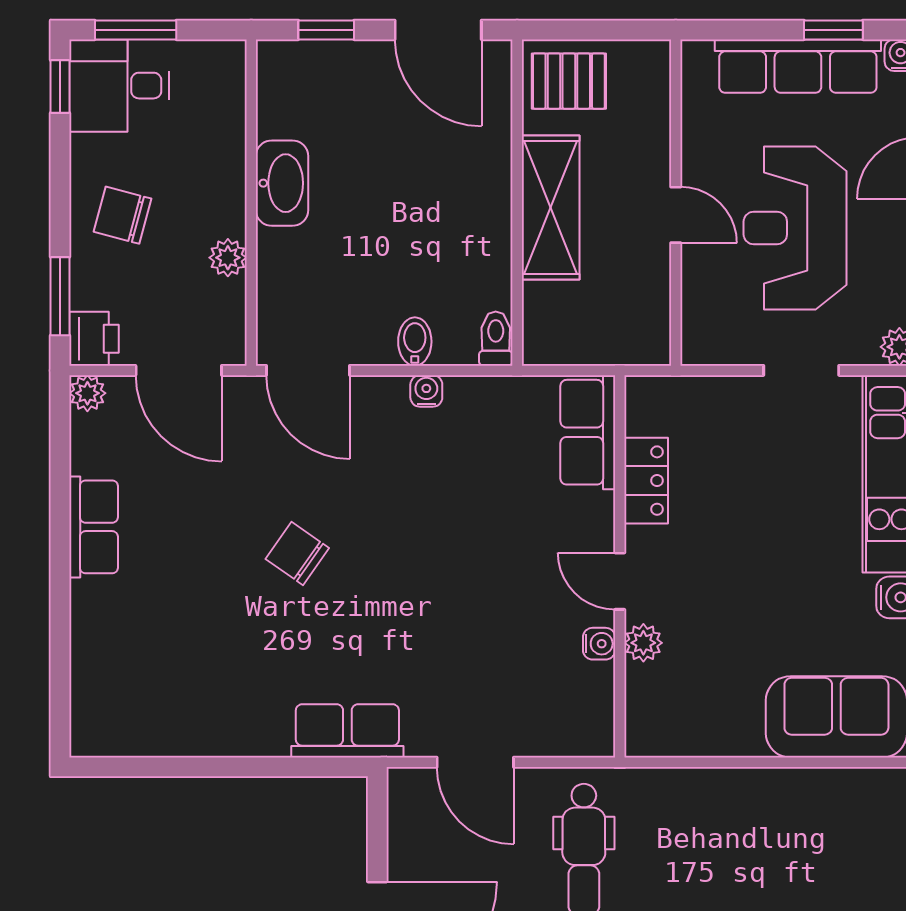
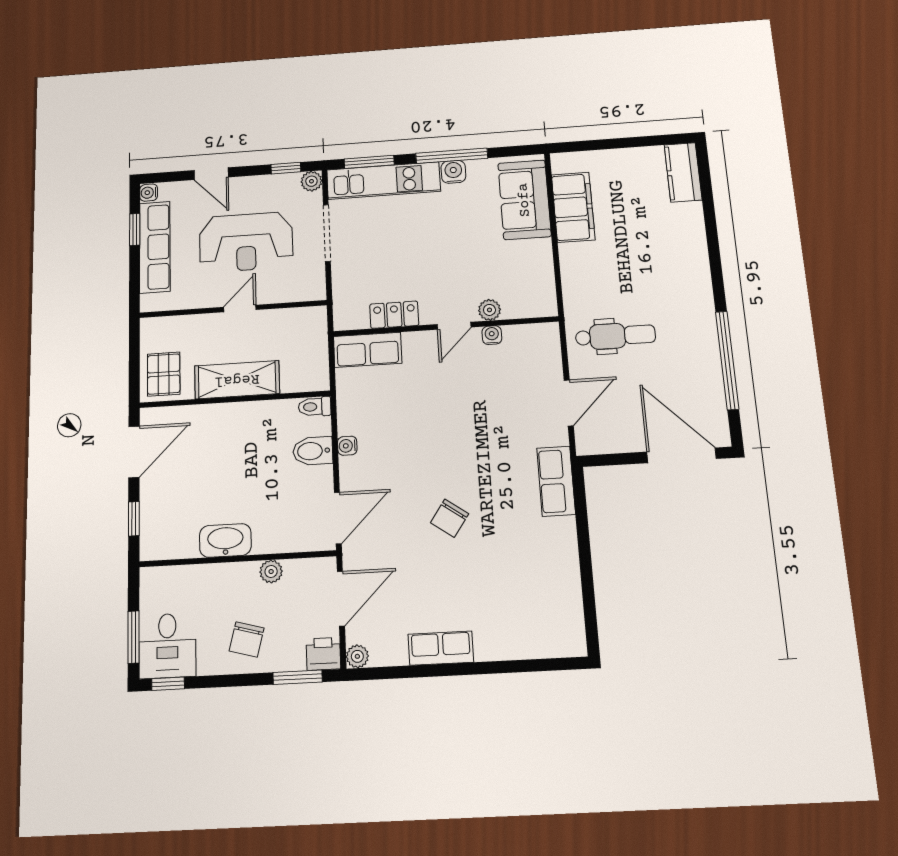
bidet: (415, 342) -> (313, 451), width x1.38, depth x1.36
doorway: (801, 370) -> (327, 233), width x1.38
filing cabinet: (816, 799) -> (573, 207), added

